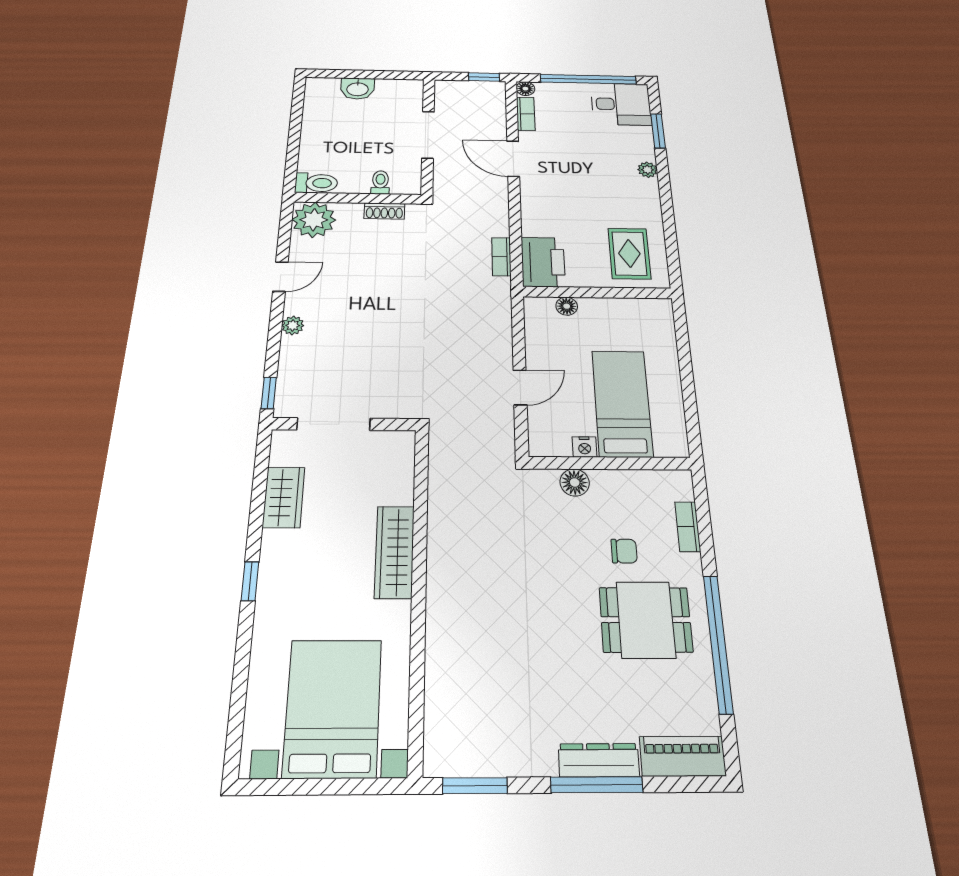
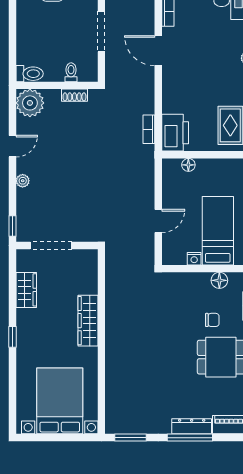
floor lamp: (575, 482) -> (219, 280), moved

